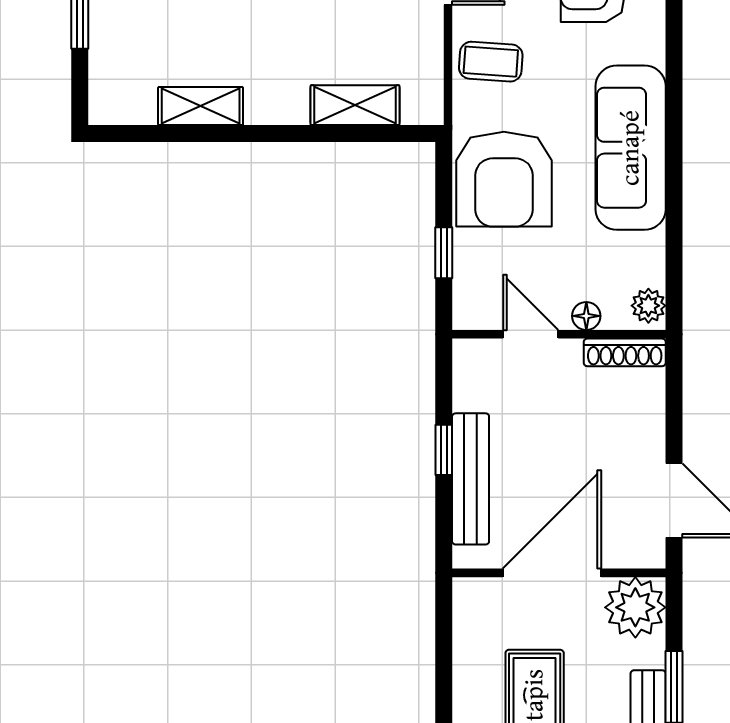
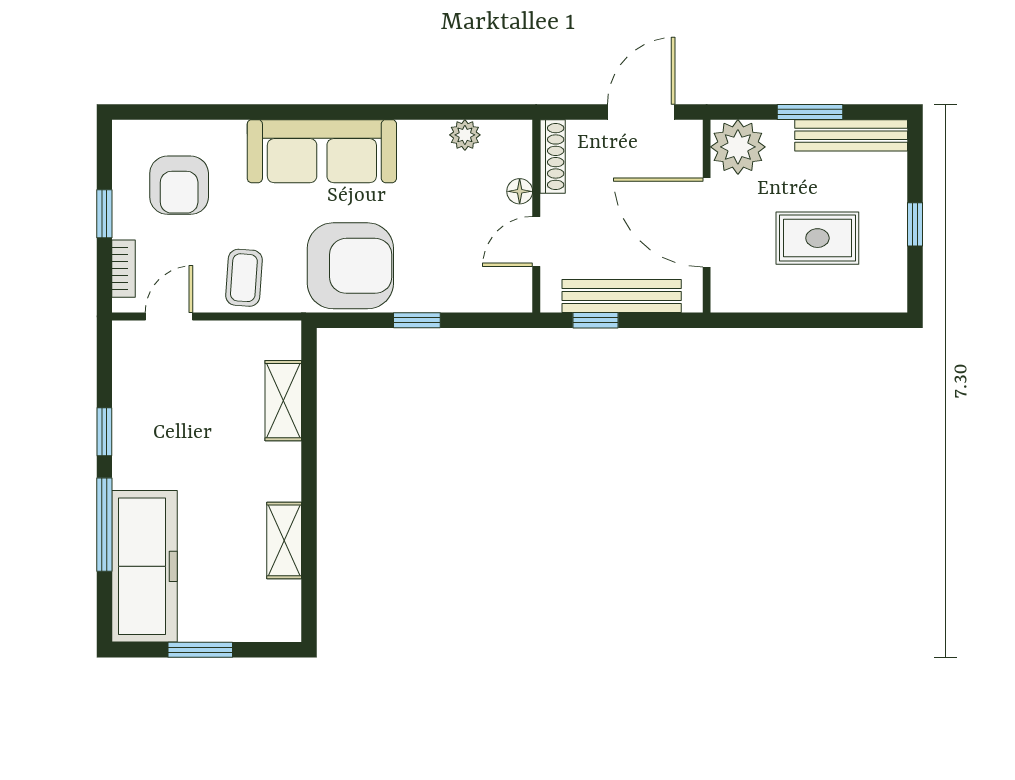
floor lamp: (586, 316) -> (520, 191), moved
door: (531, 334) -> (536, 242), moved
wall: (559, 334) -> (536, 216), moved
shoe rack: (625, 352) -> (553, 156), moved

